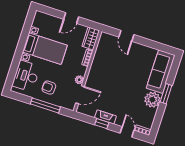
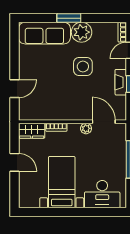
armchair: (49, 88) -> (107, 162), removed
side table: (126, 92) -> (83, 66), added

